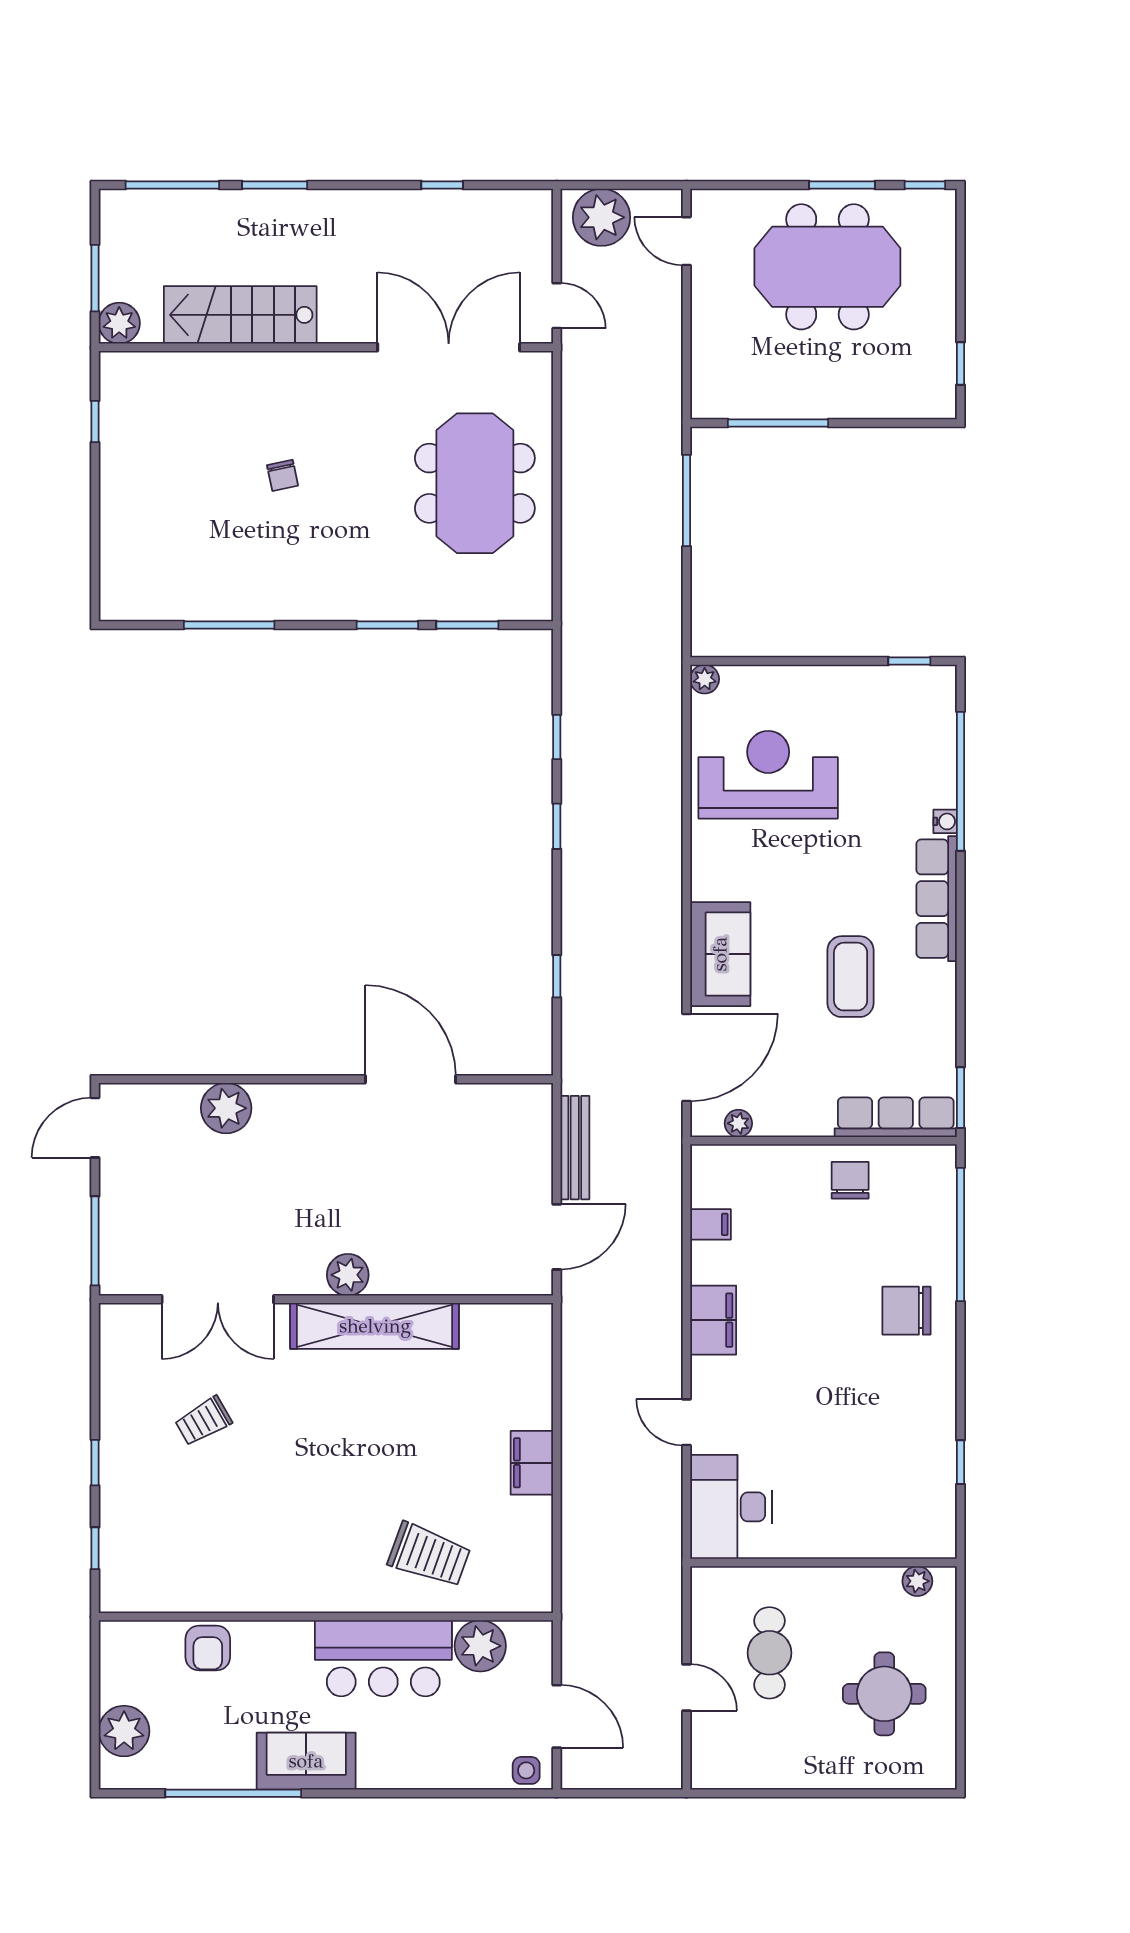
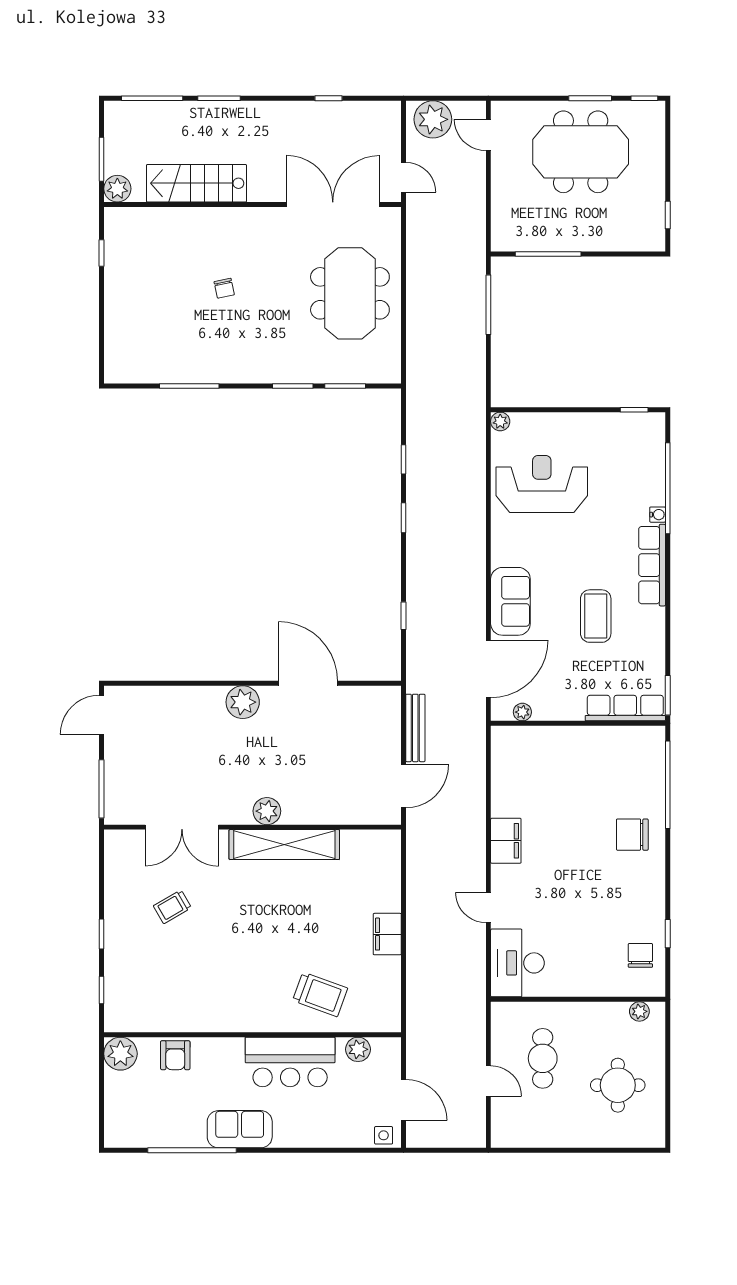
plant: (226, 1108) -> (243, 702), moved
chair: (850, 1180) -> (640, 955), moved
filing cabinet: (710, 1224) -> (504, 778), removed
plant: (480, 1646) -> (358, 1049), width x0.73, depth x0.73
plant: (124, 1731) -> (120, 1054), moved

